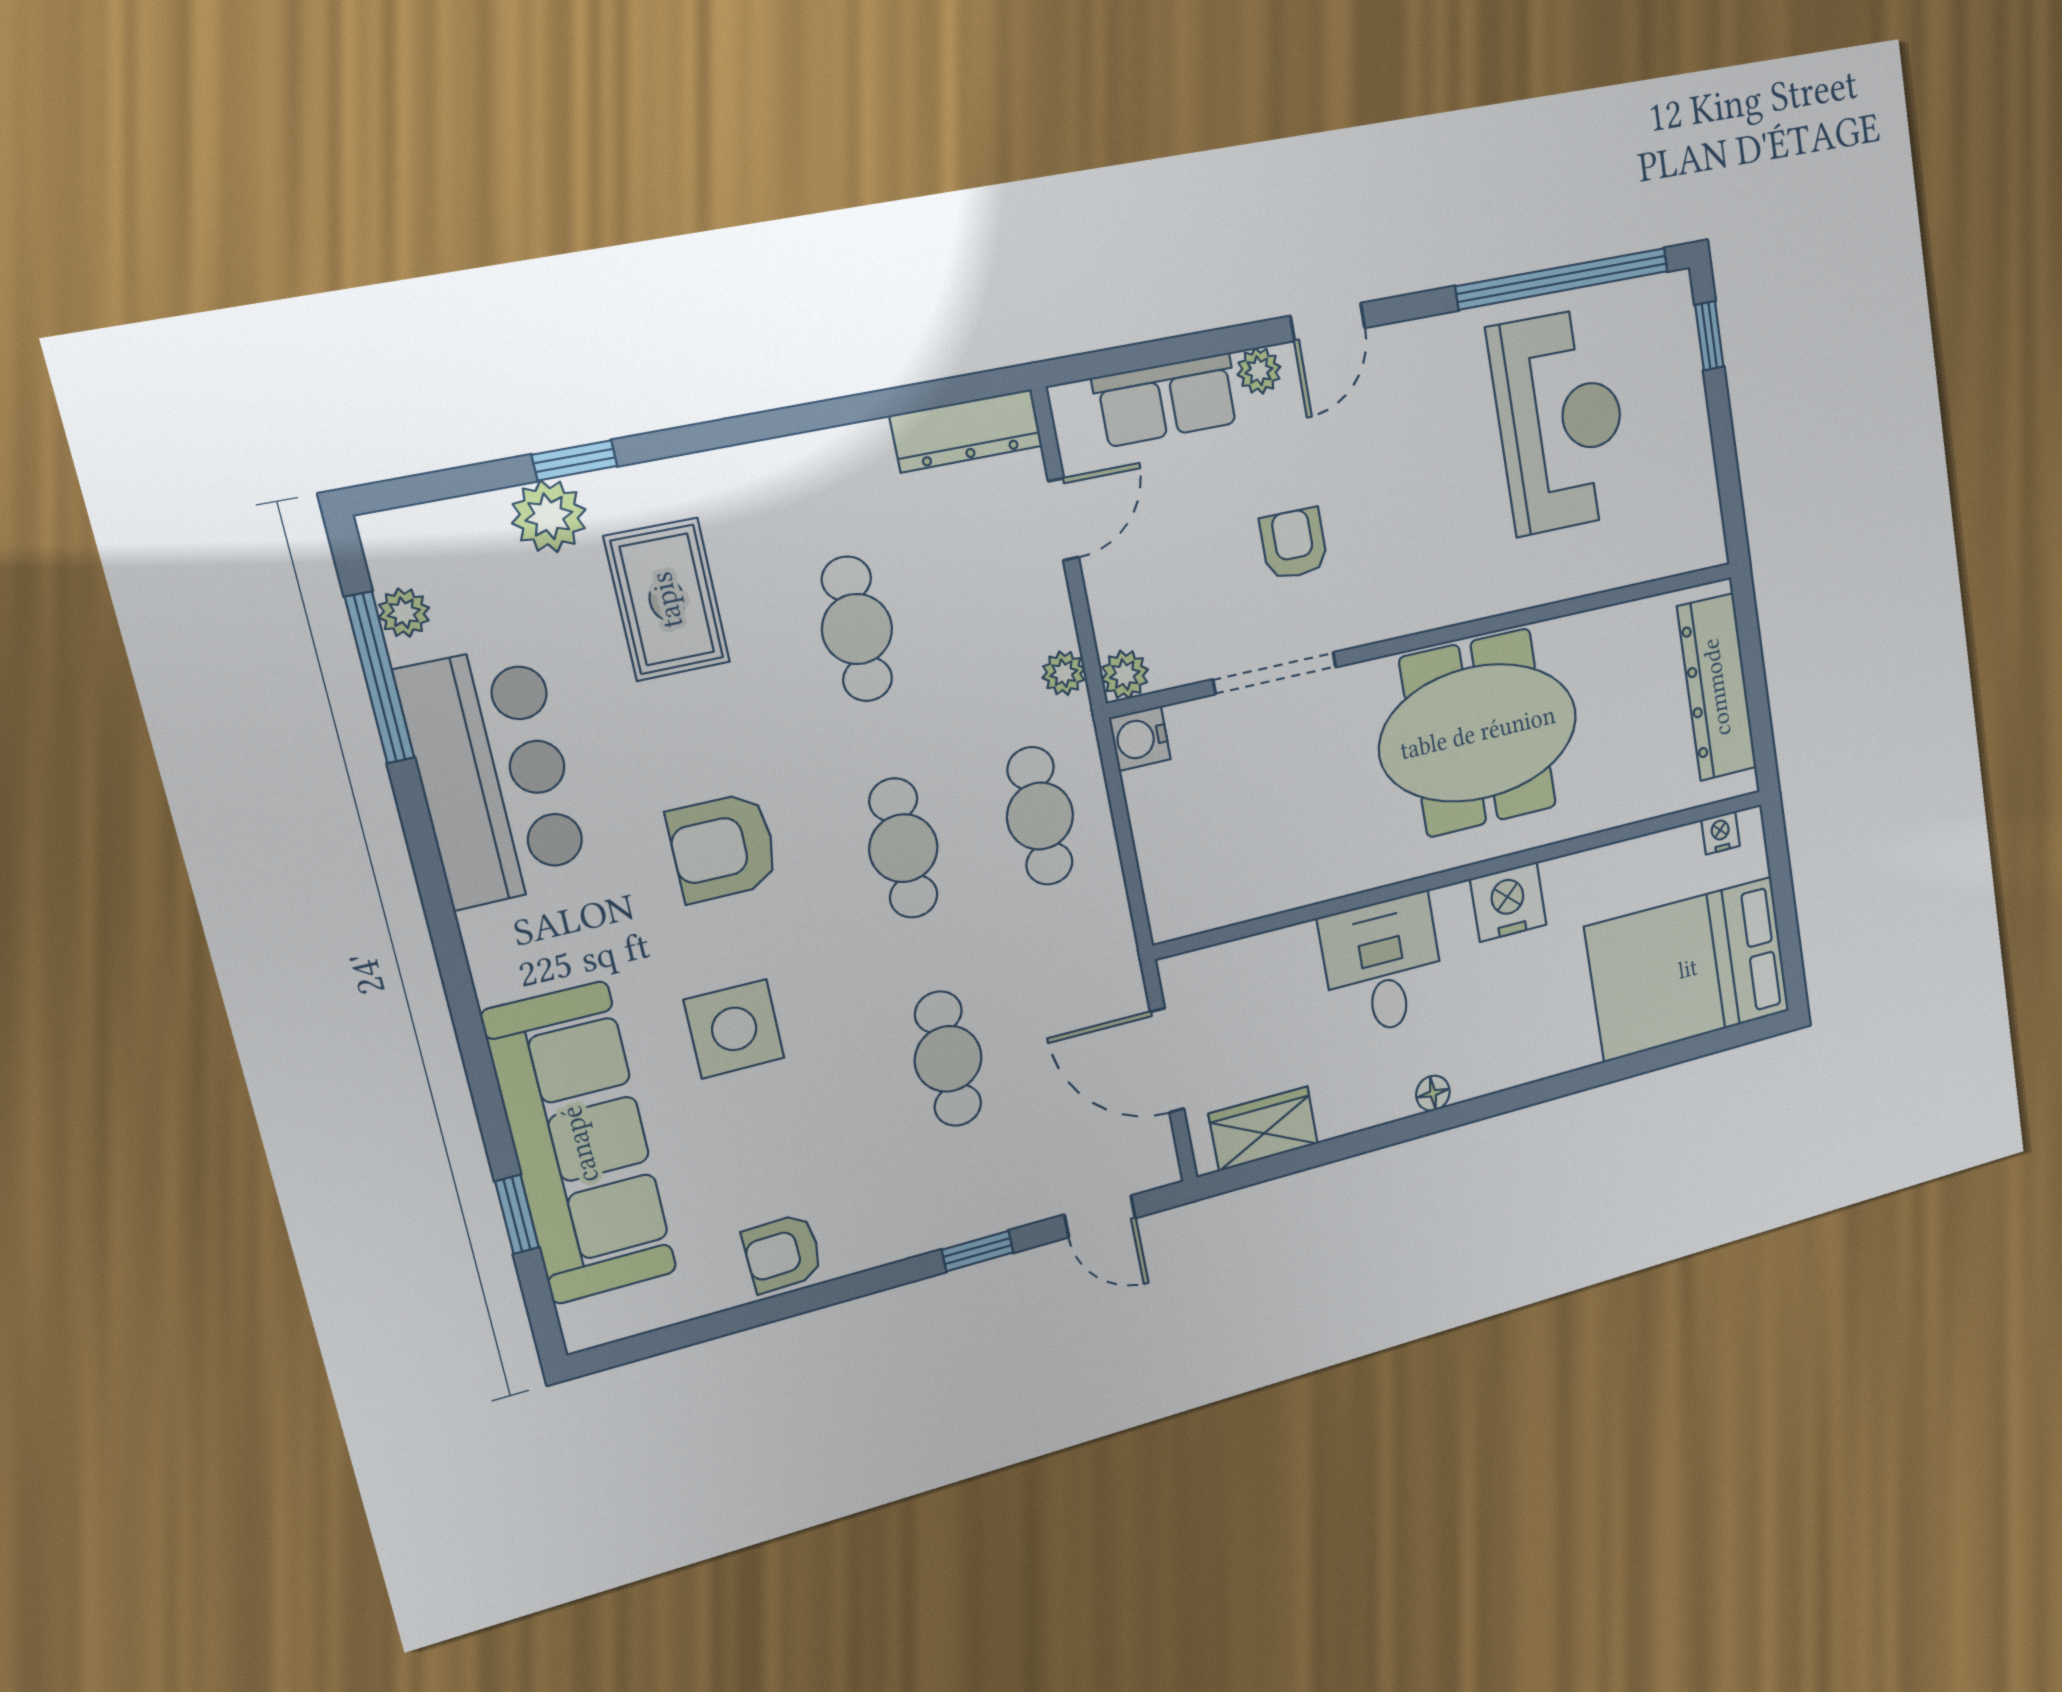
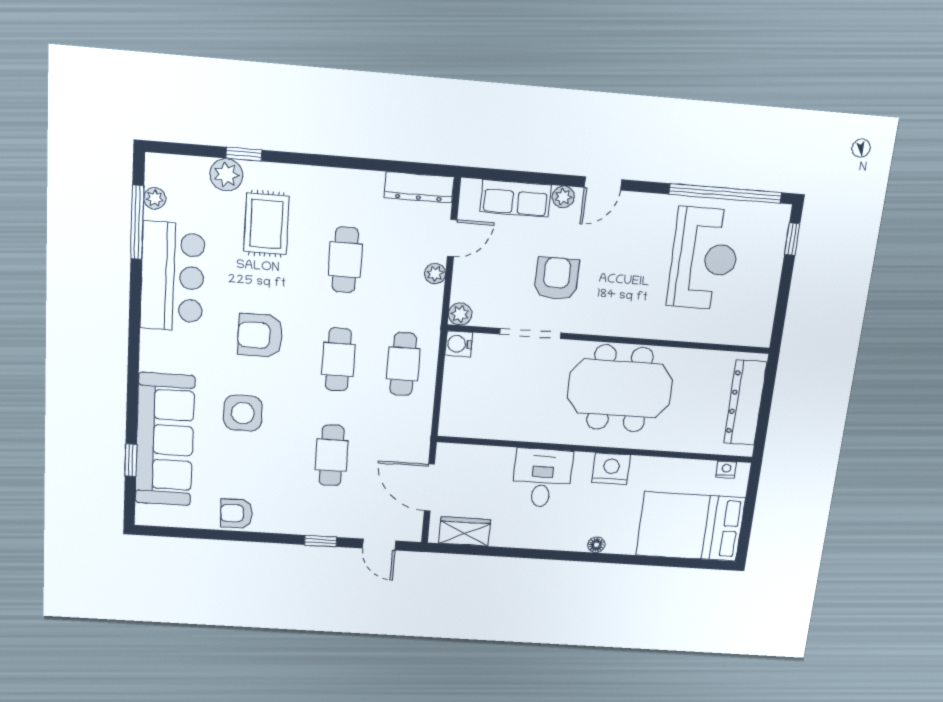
armchair: (1294, 544) -> (556, 279), width x1.38, depth x1.38
plant: (1064, 673) -> (435, 274), moved
floor lamp: (1433, 1093) -> (596, 545), moved

